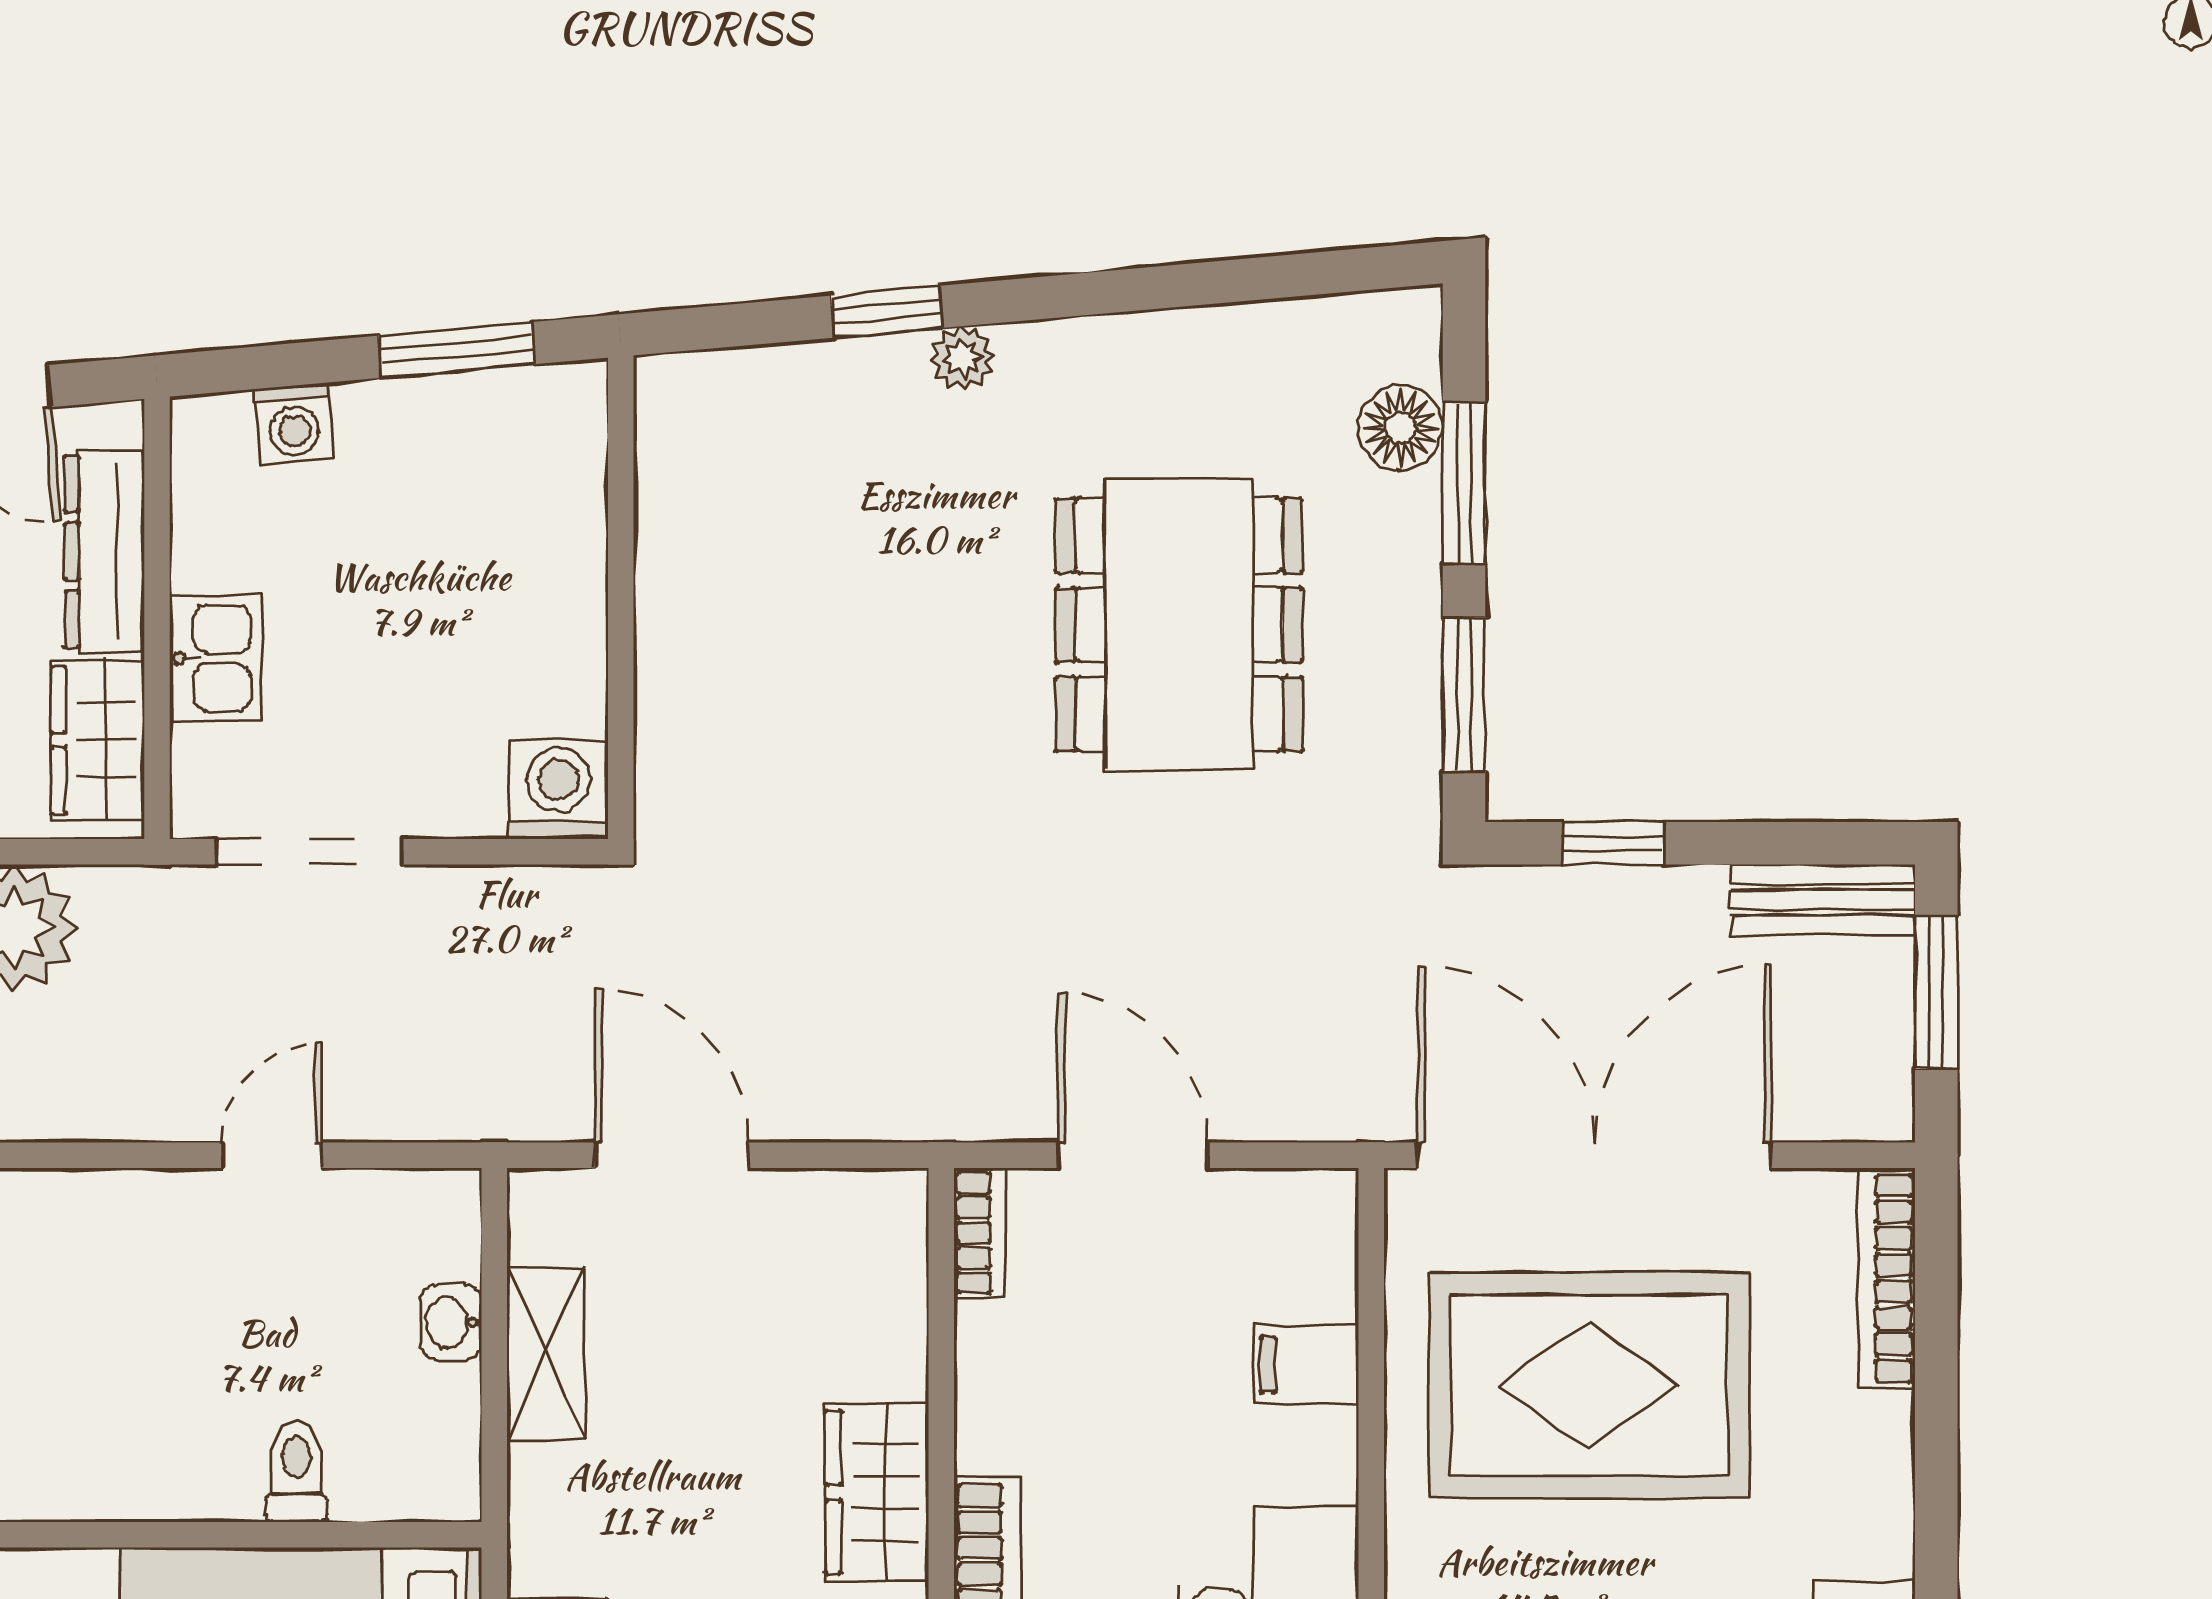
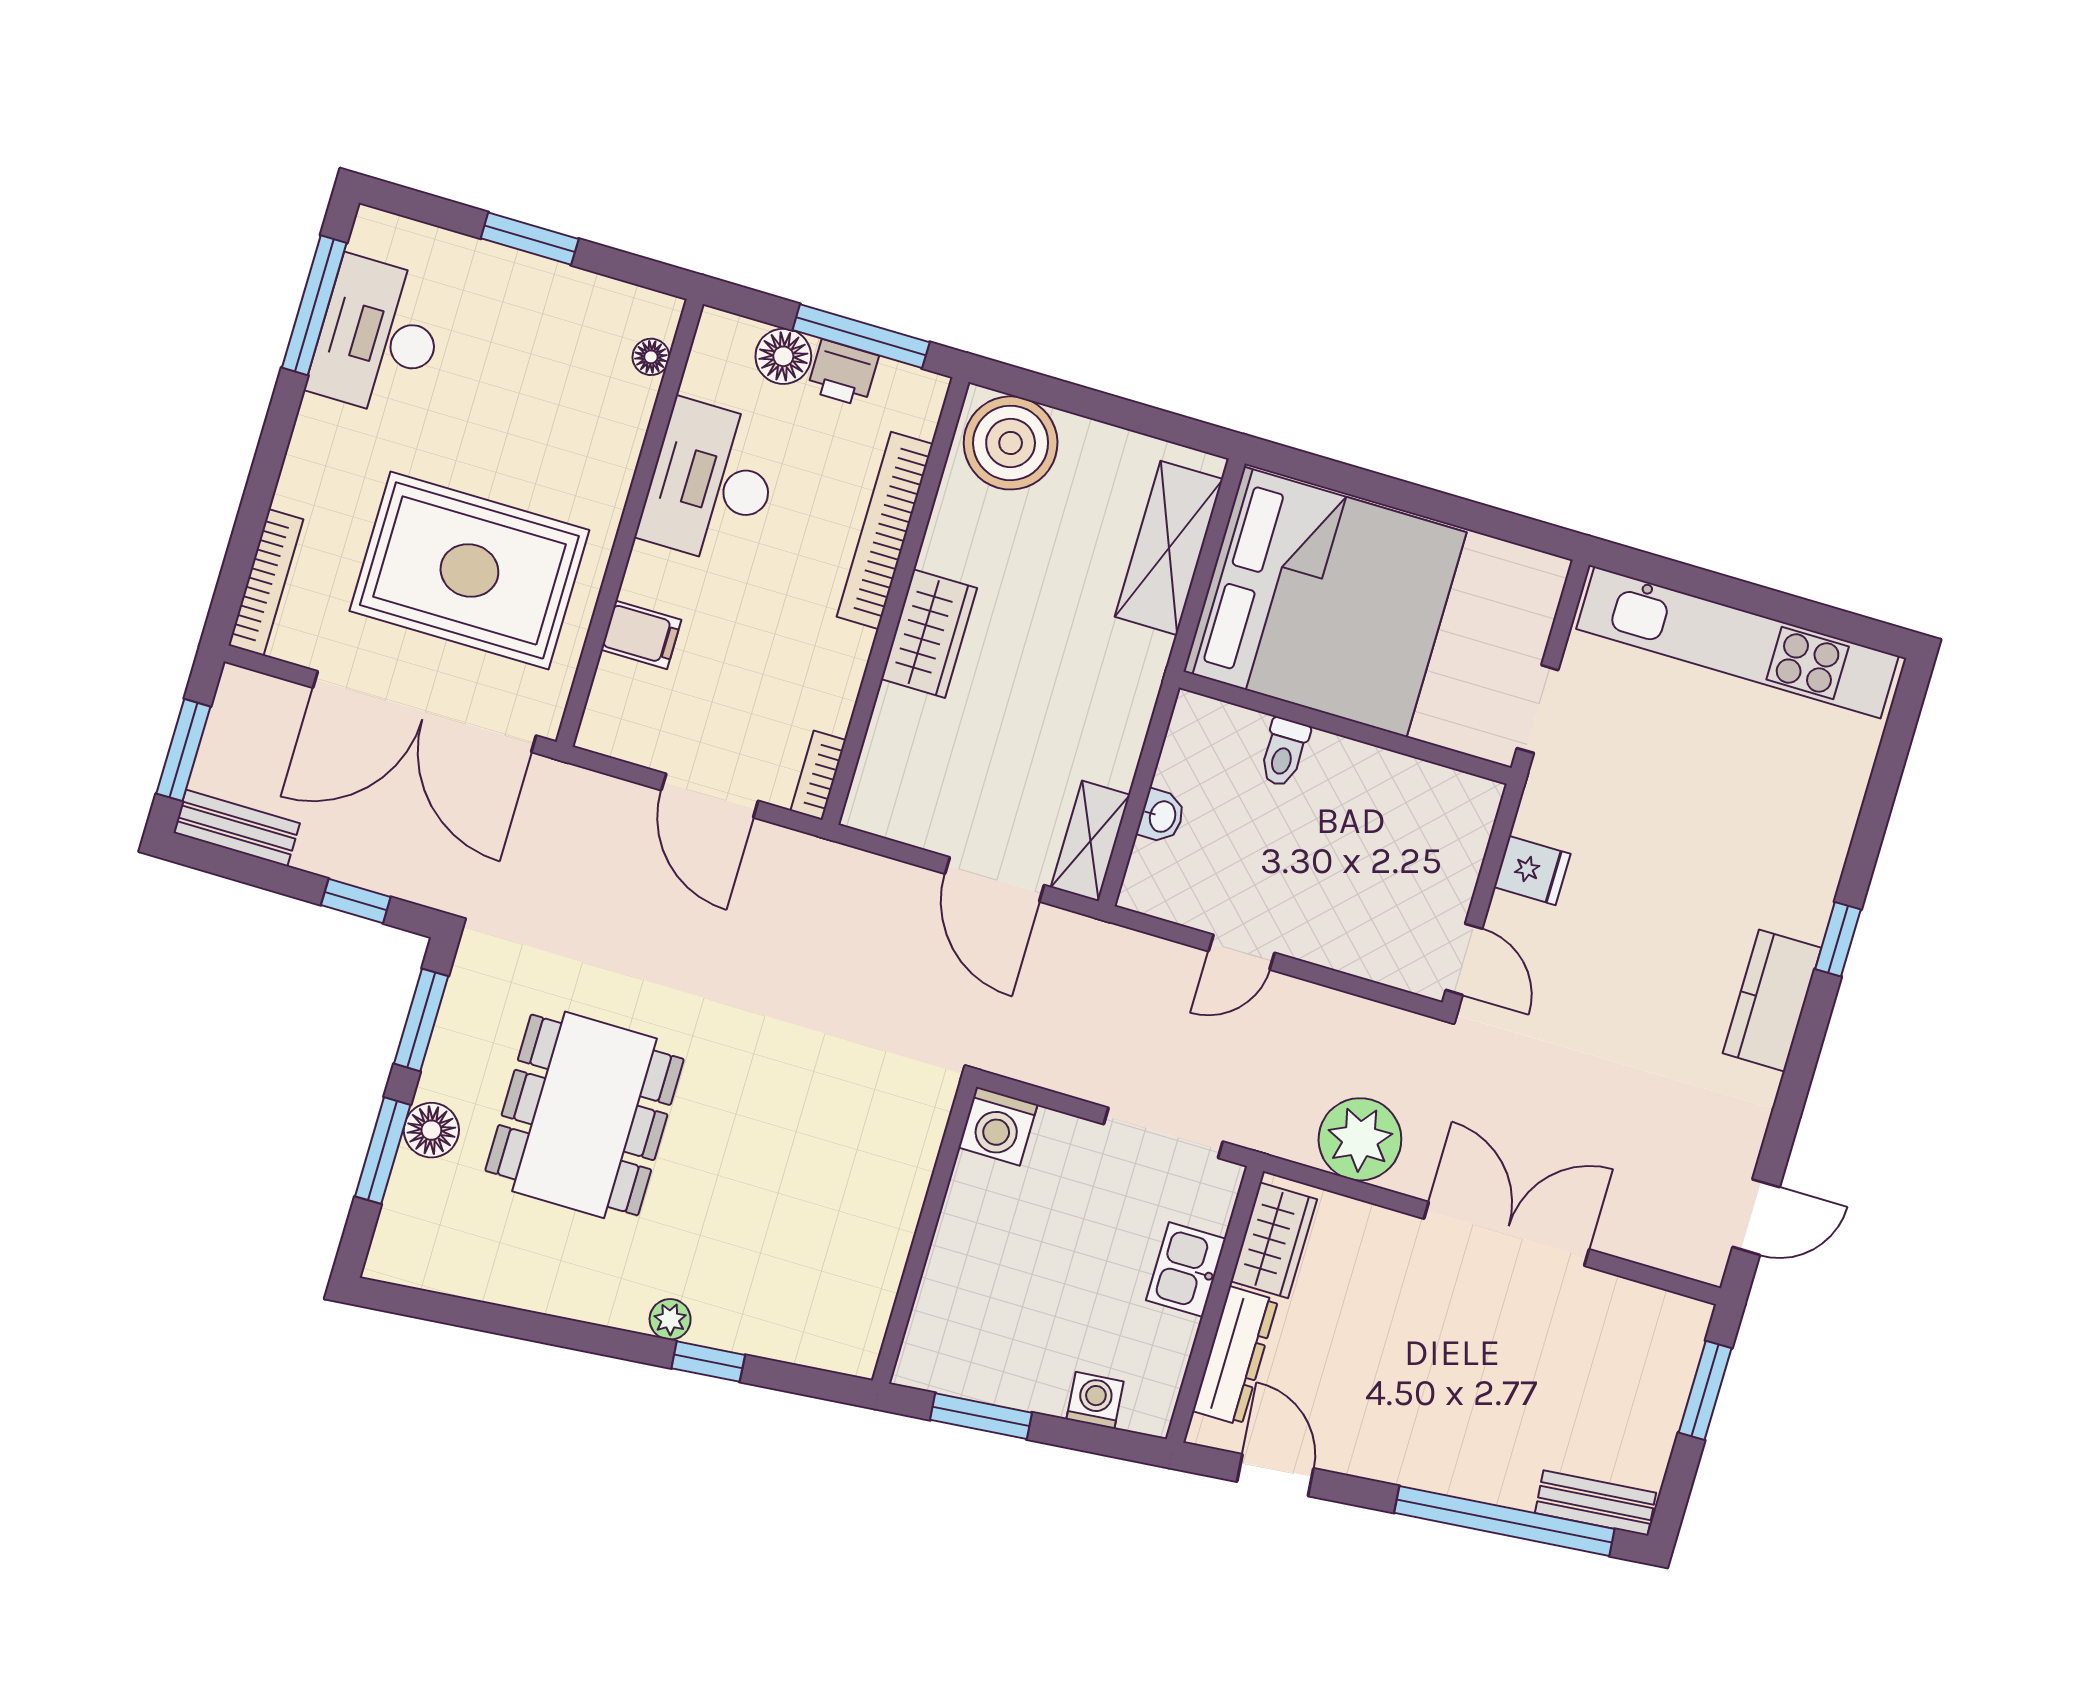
floor lamp: (1400, 428) -> (431, 1130), moved
shelving: (546, 1353) -> (1090, 841), moved

